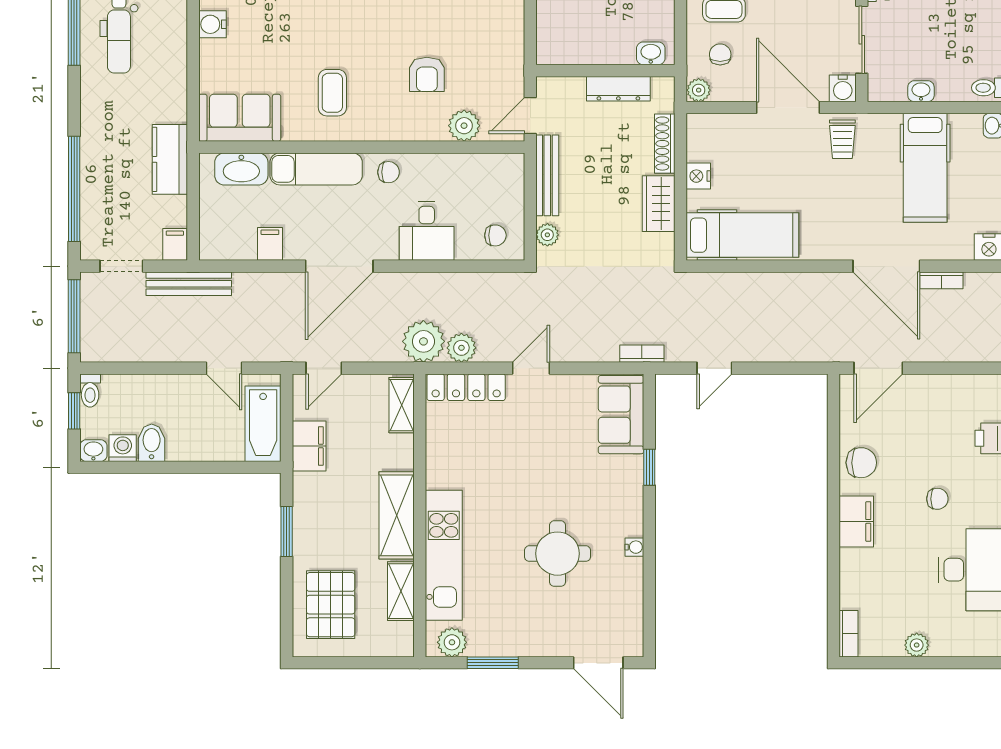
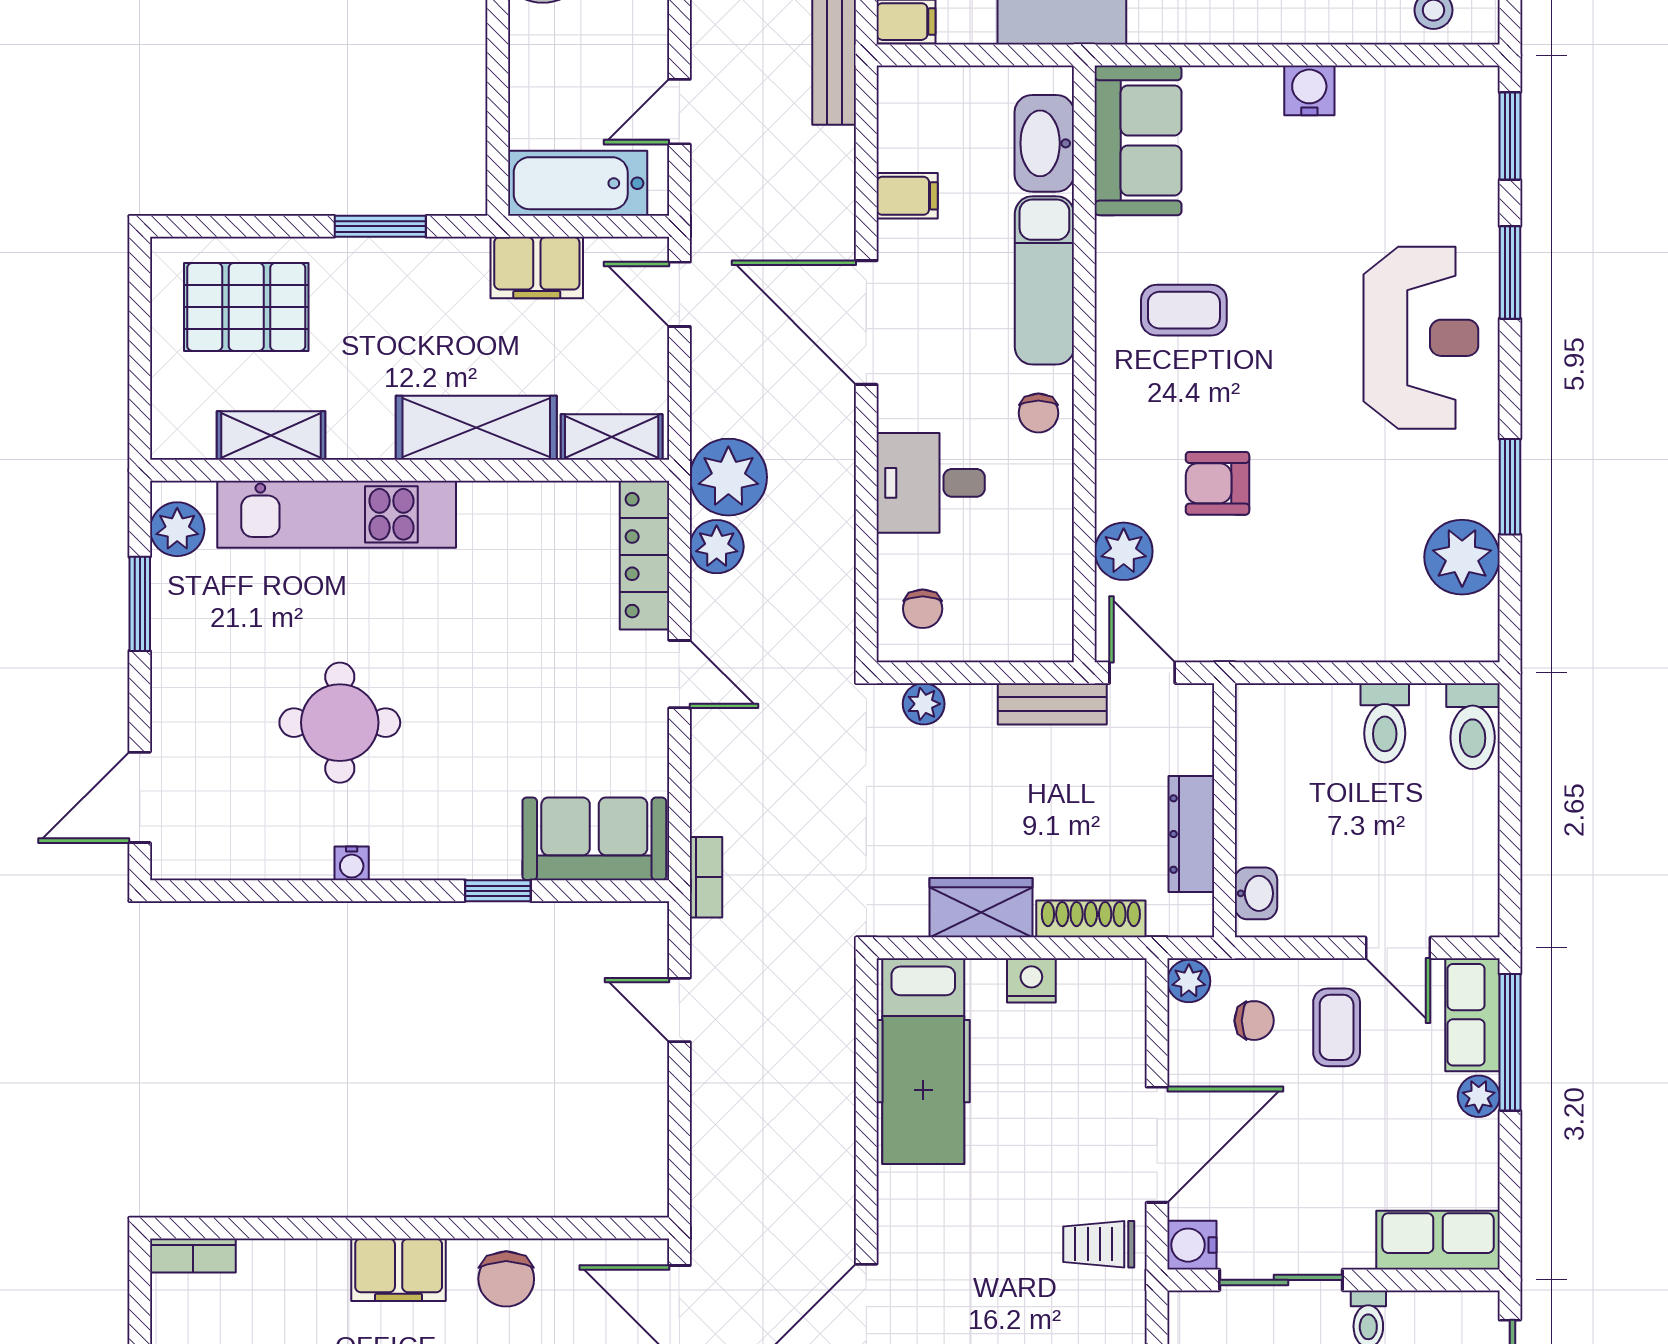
bench: (547, 175) -> (1052, 704), width x0.73
shelving: (397, 515) -> (476, 428), moved

